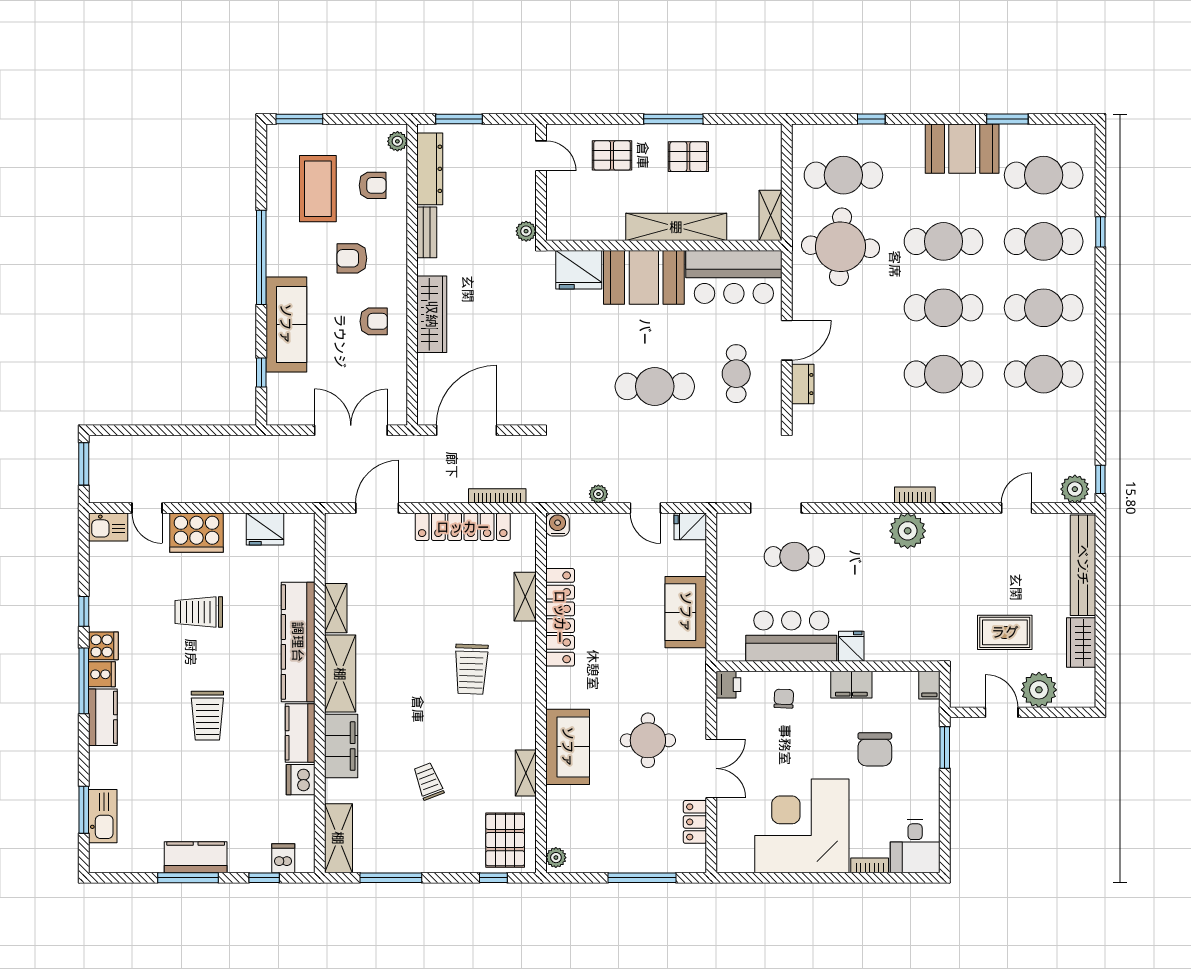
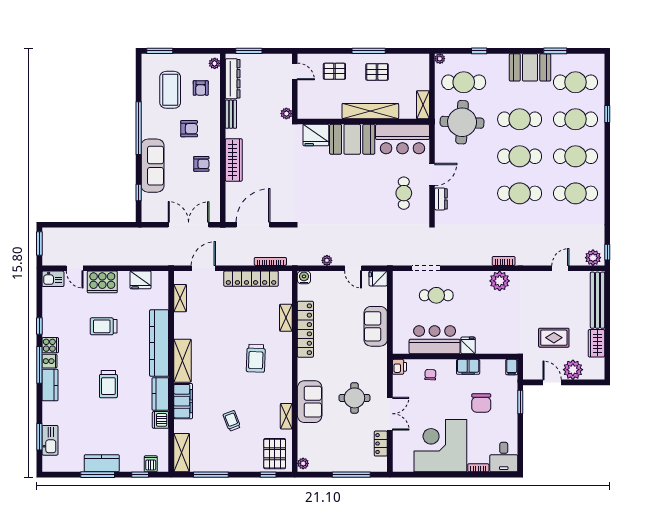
plant: (801, 133) -> (440, 59), added
armchair: (373, 185) -> (201, 88), turned 90
armchair: (352, 258) -> (189, 129), turned 180
cafe table: (655, 386) -> (358, 200), removed
shelving: (336, 608) -> (180, 298), moved

